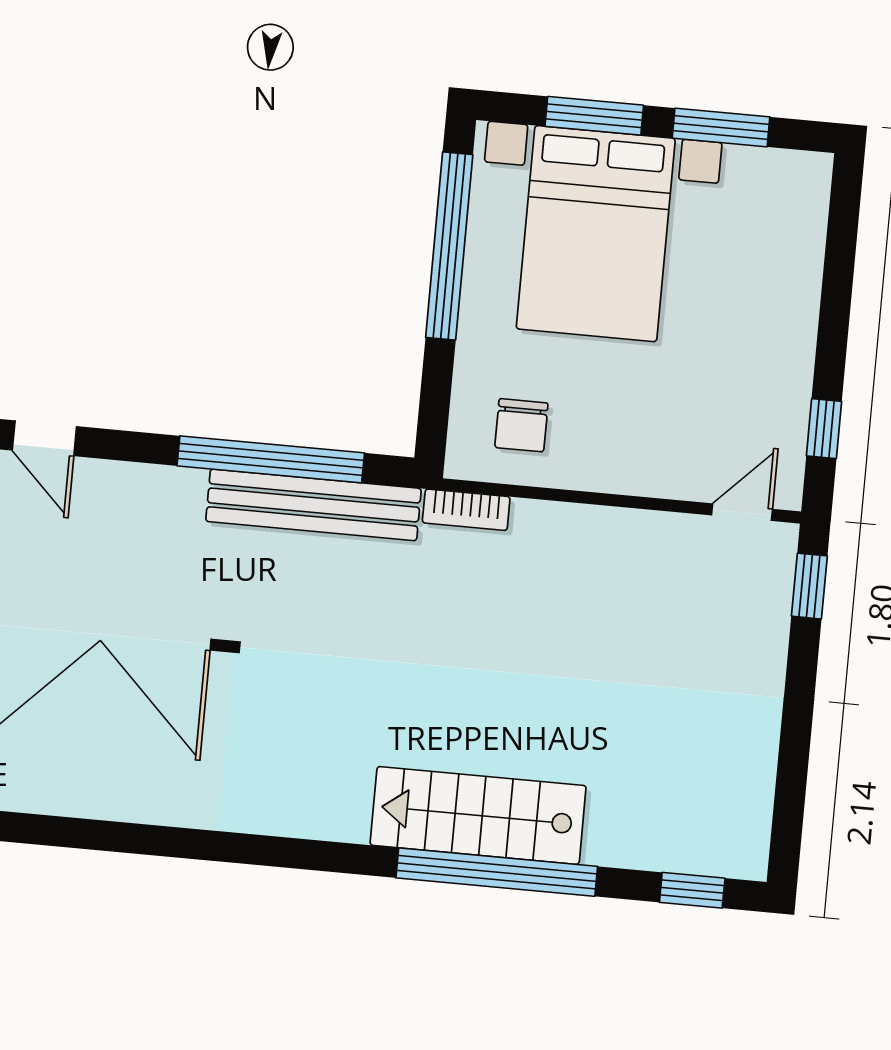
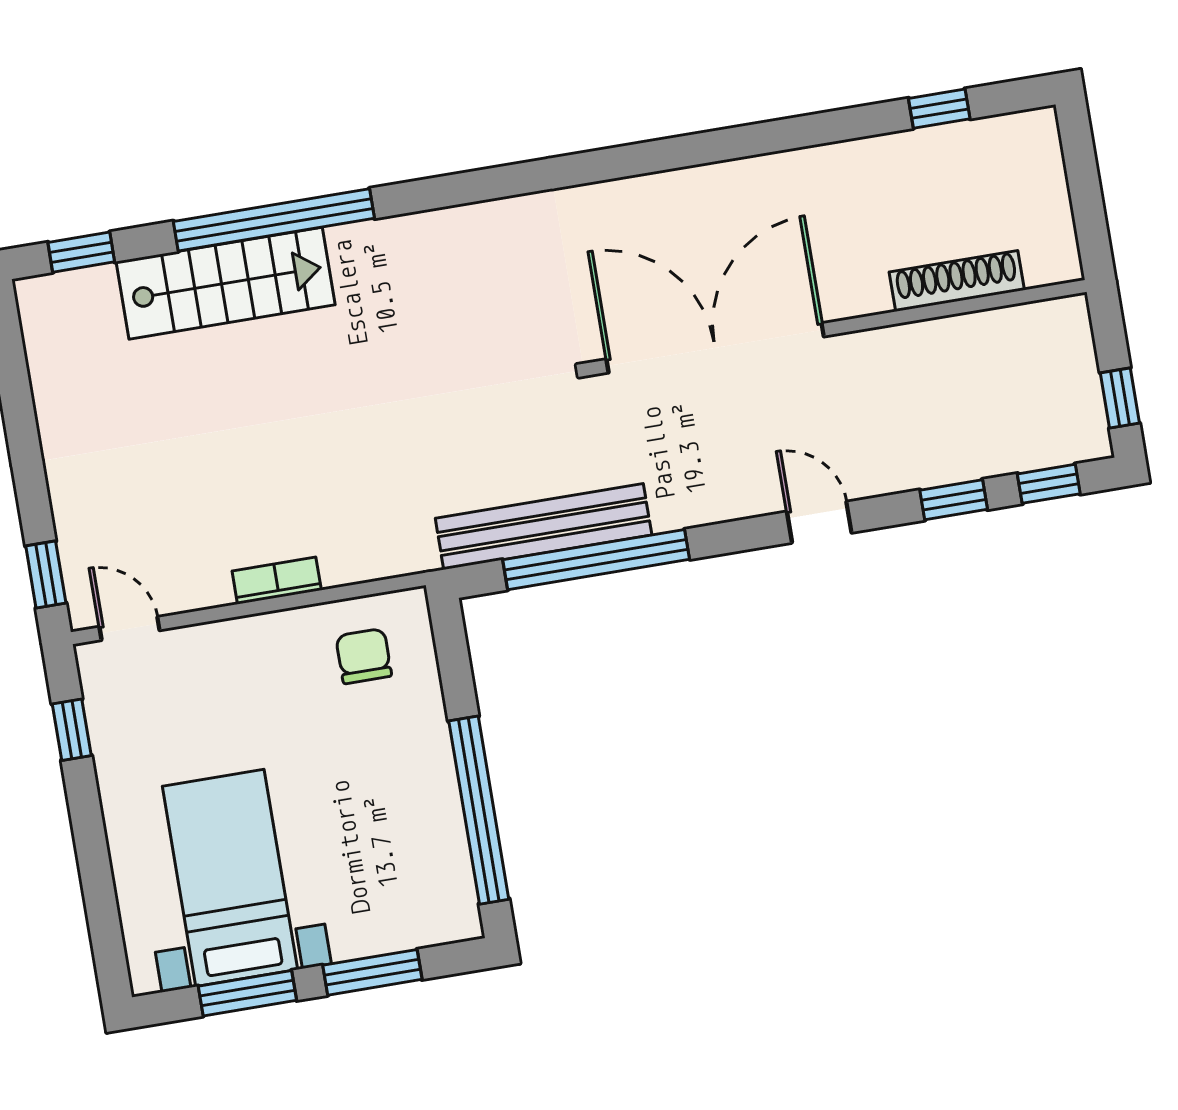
bed with nightstands: (596, 234) -> (230, 878), moved, width x0.73
bookcase: (466, 510) -> (277, 581), moved
door: (742, 512) -> (129, 629), swing flipped
stairs: (478, 815) -> (226, 283), moved

